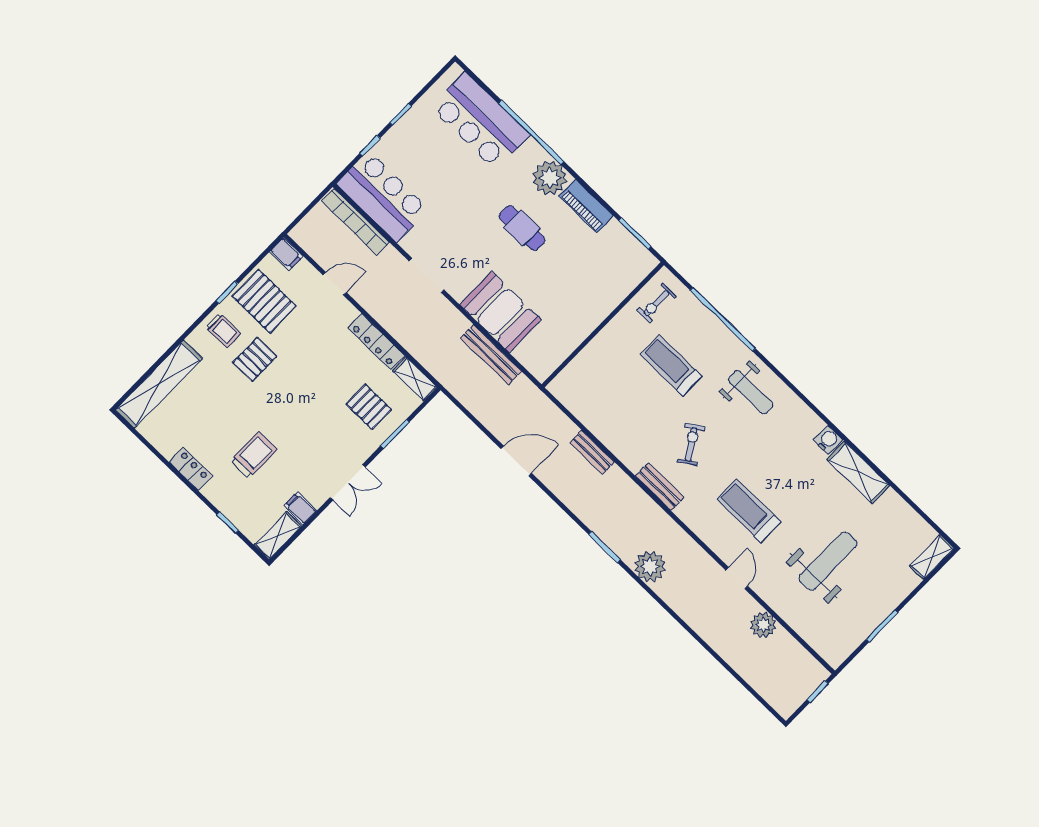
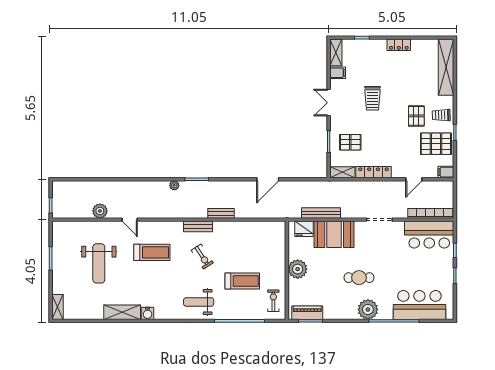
piano: (586, 206) -> (307, 313), moved
plant: (588, 313) -> (298, 269), added
fridge: (531, 355) -> (304, 229), added
bench: (592, 452) -> (221, 213), moved
trolley: (254, 455) -> (373, 98), moved
plant: (650, 567) -> (174, 185), width x0.53, depth x0.53

